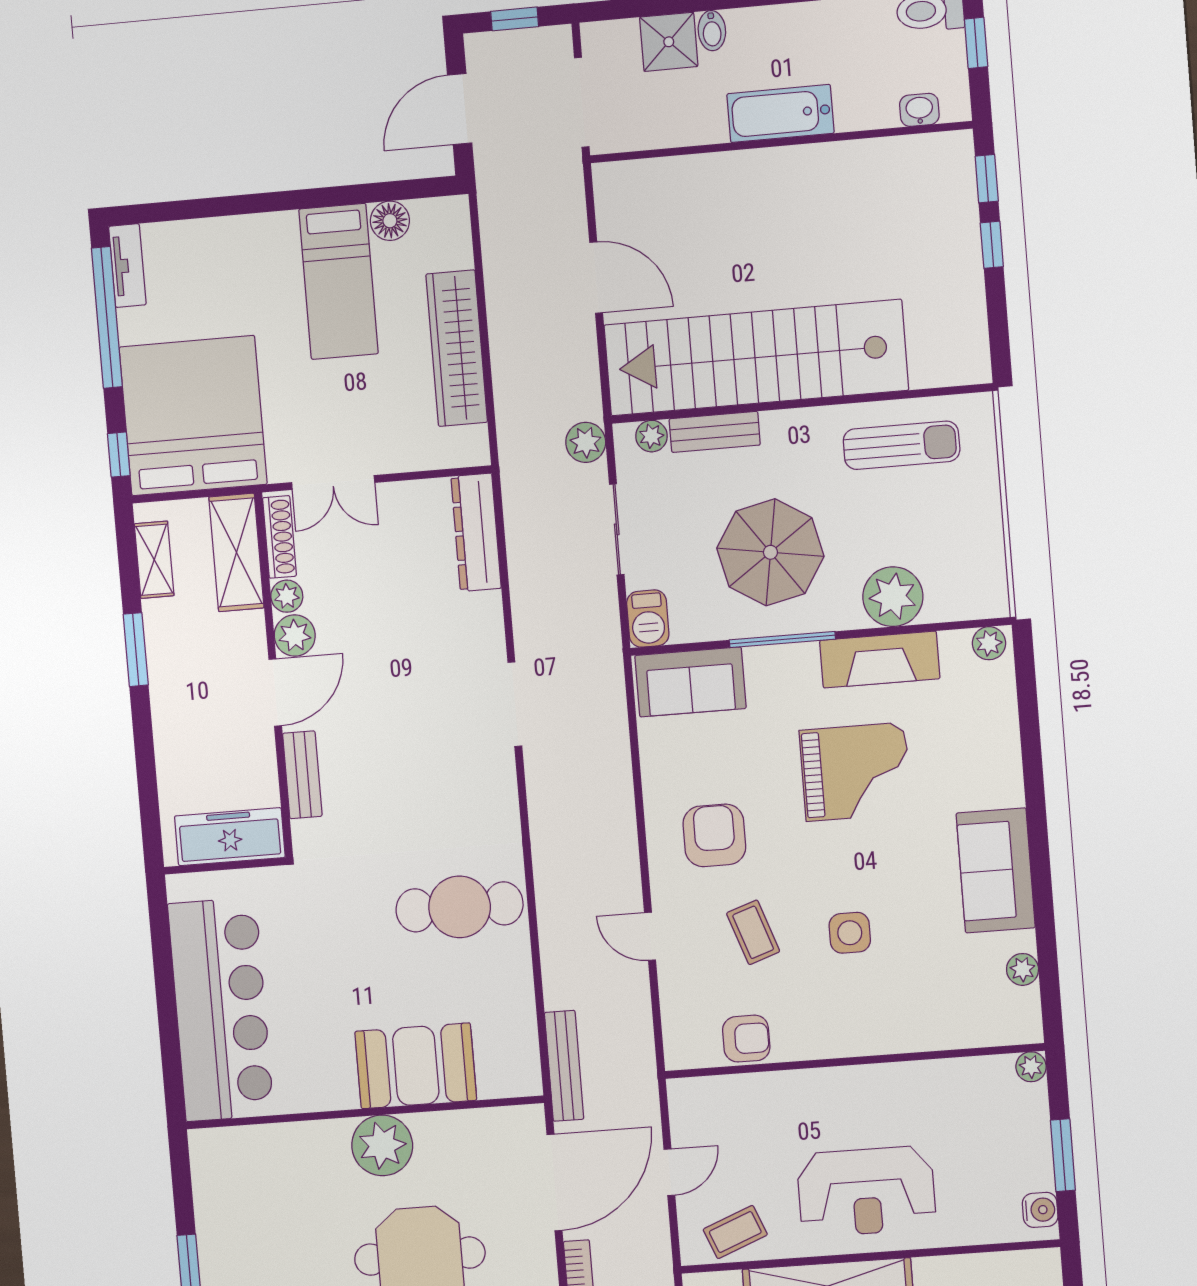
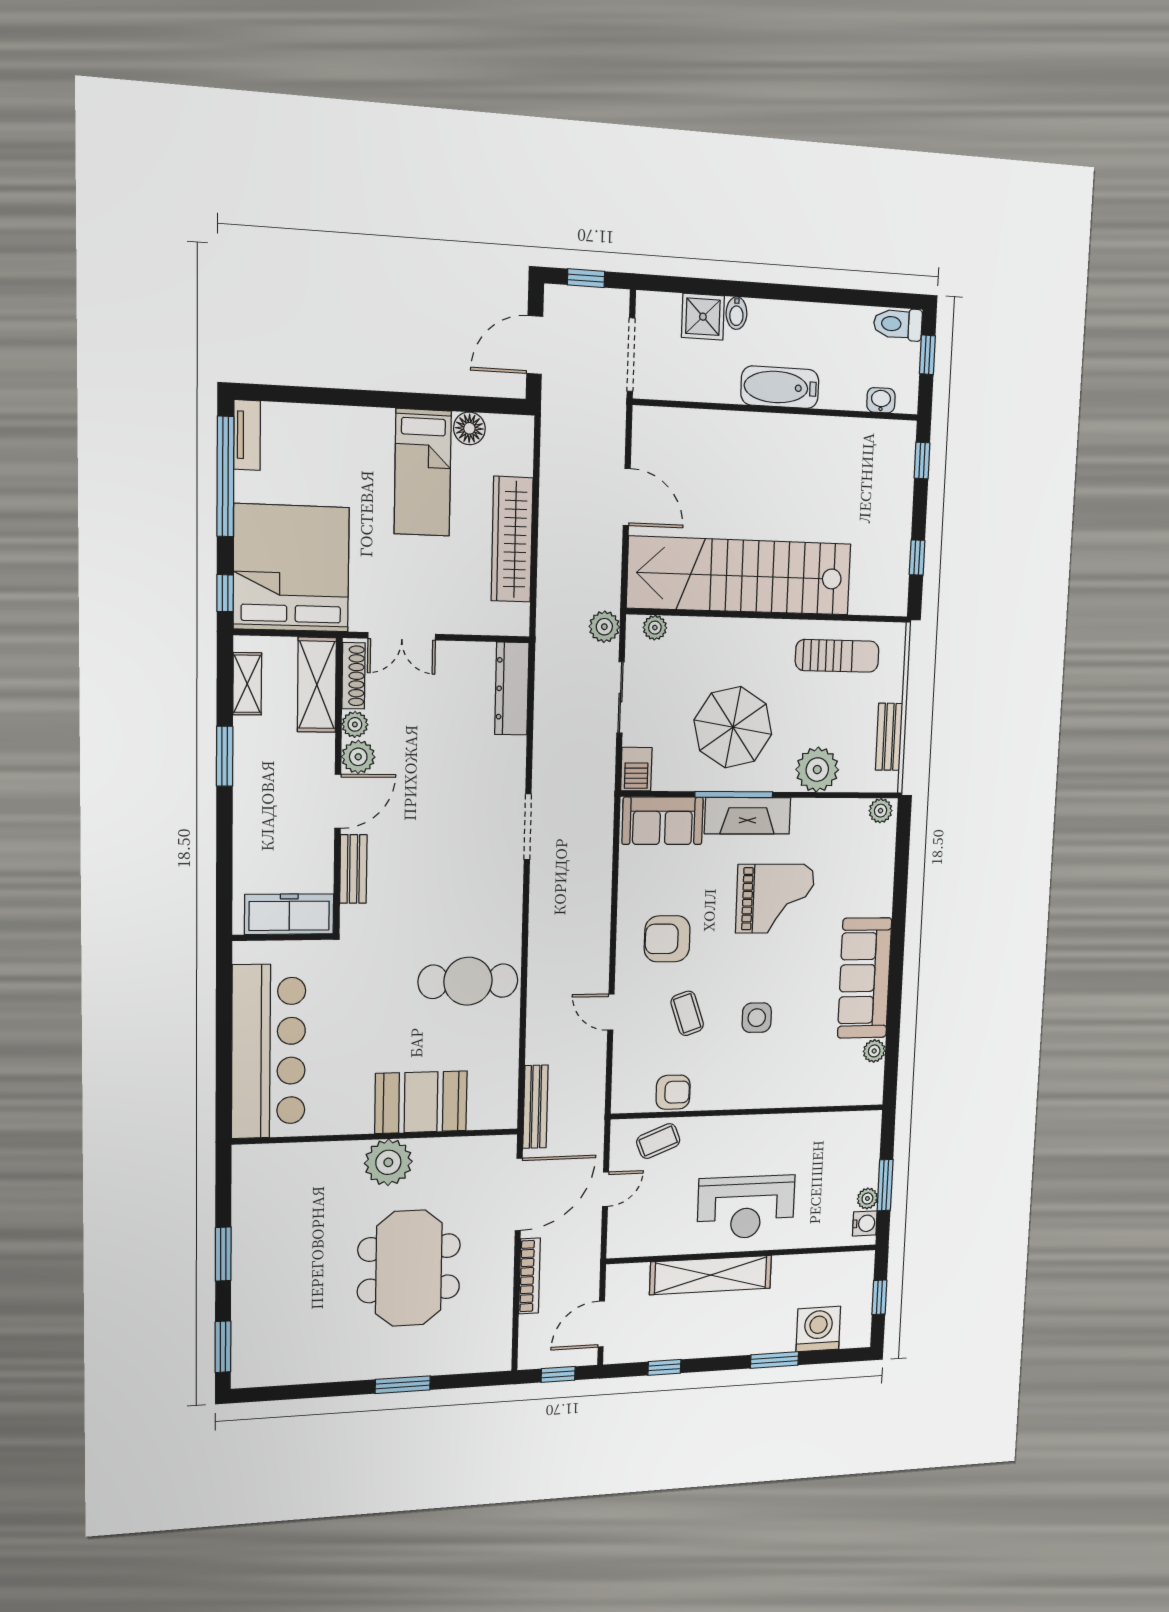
window: (992, 245) -> (917, 557), moved
bench: (715, 432) -> (889, 737), moved, turned 90
fireplace: (880, 660) -> (748, 816), moved
armchair: (714, 835) -> (667, 939), turned -90
sofa: (996, 870) -> (865, 978), width x1.36
plant: (1031, 1067) -> (867, 1198), moved
coffee table: (735, 1232) -> (658, 1141), moved

